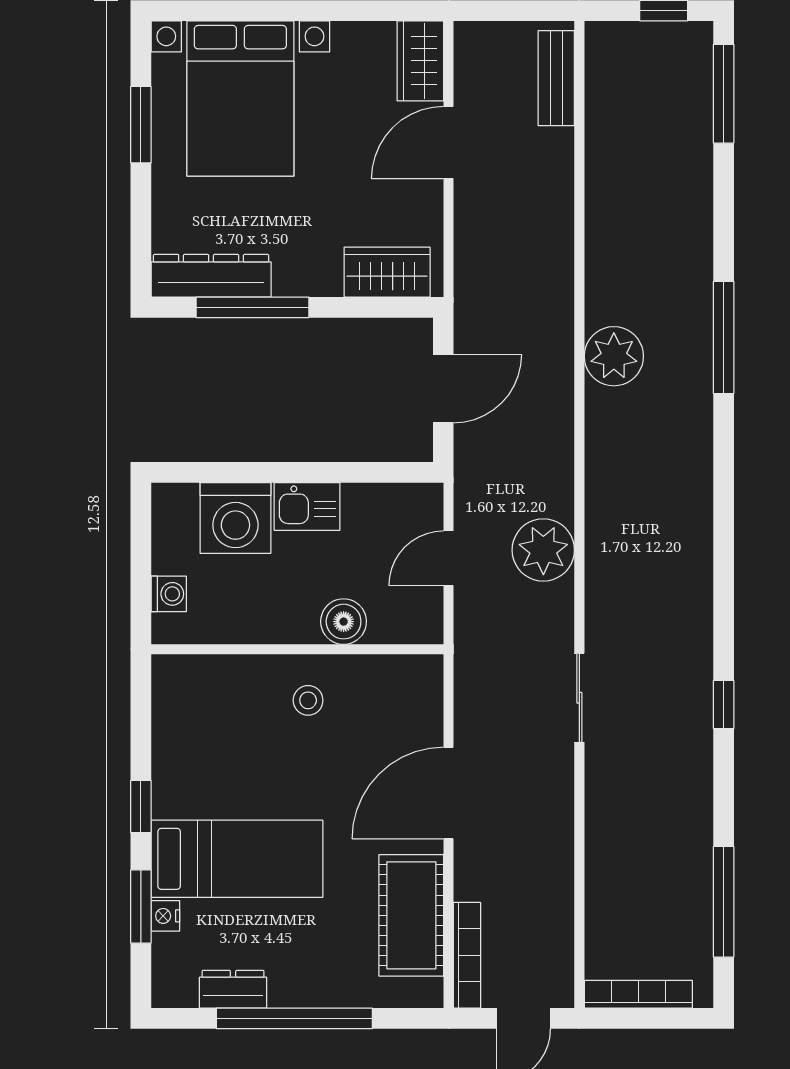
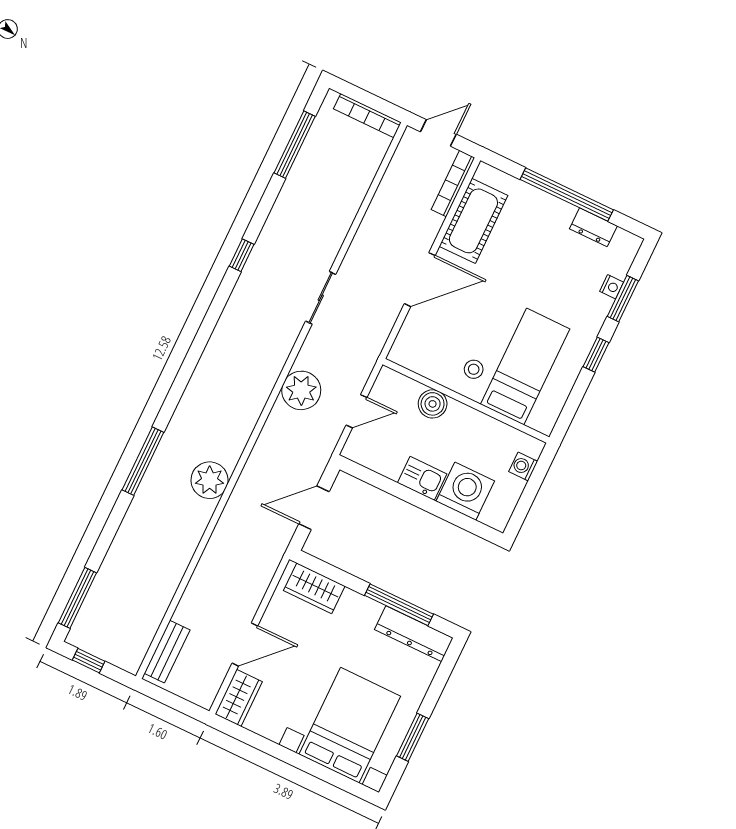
bed: (237, 859) -> (525, 367), moved, turned 90

